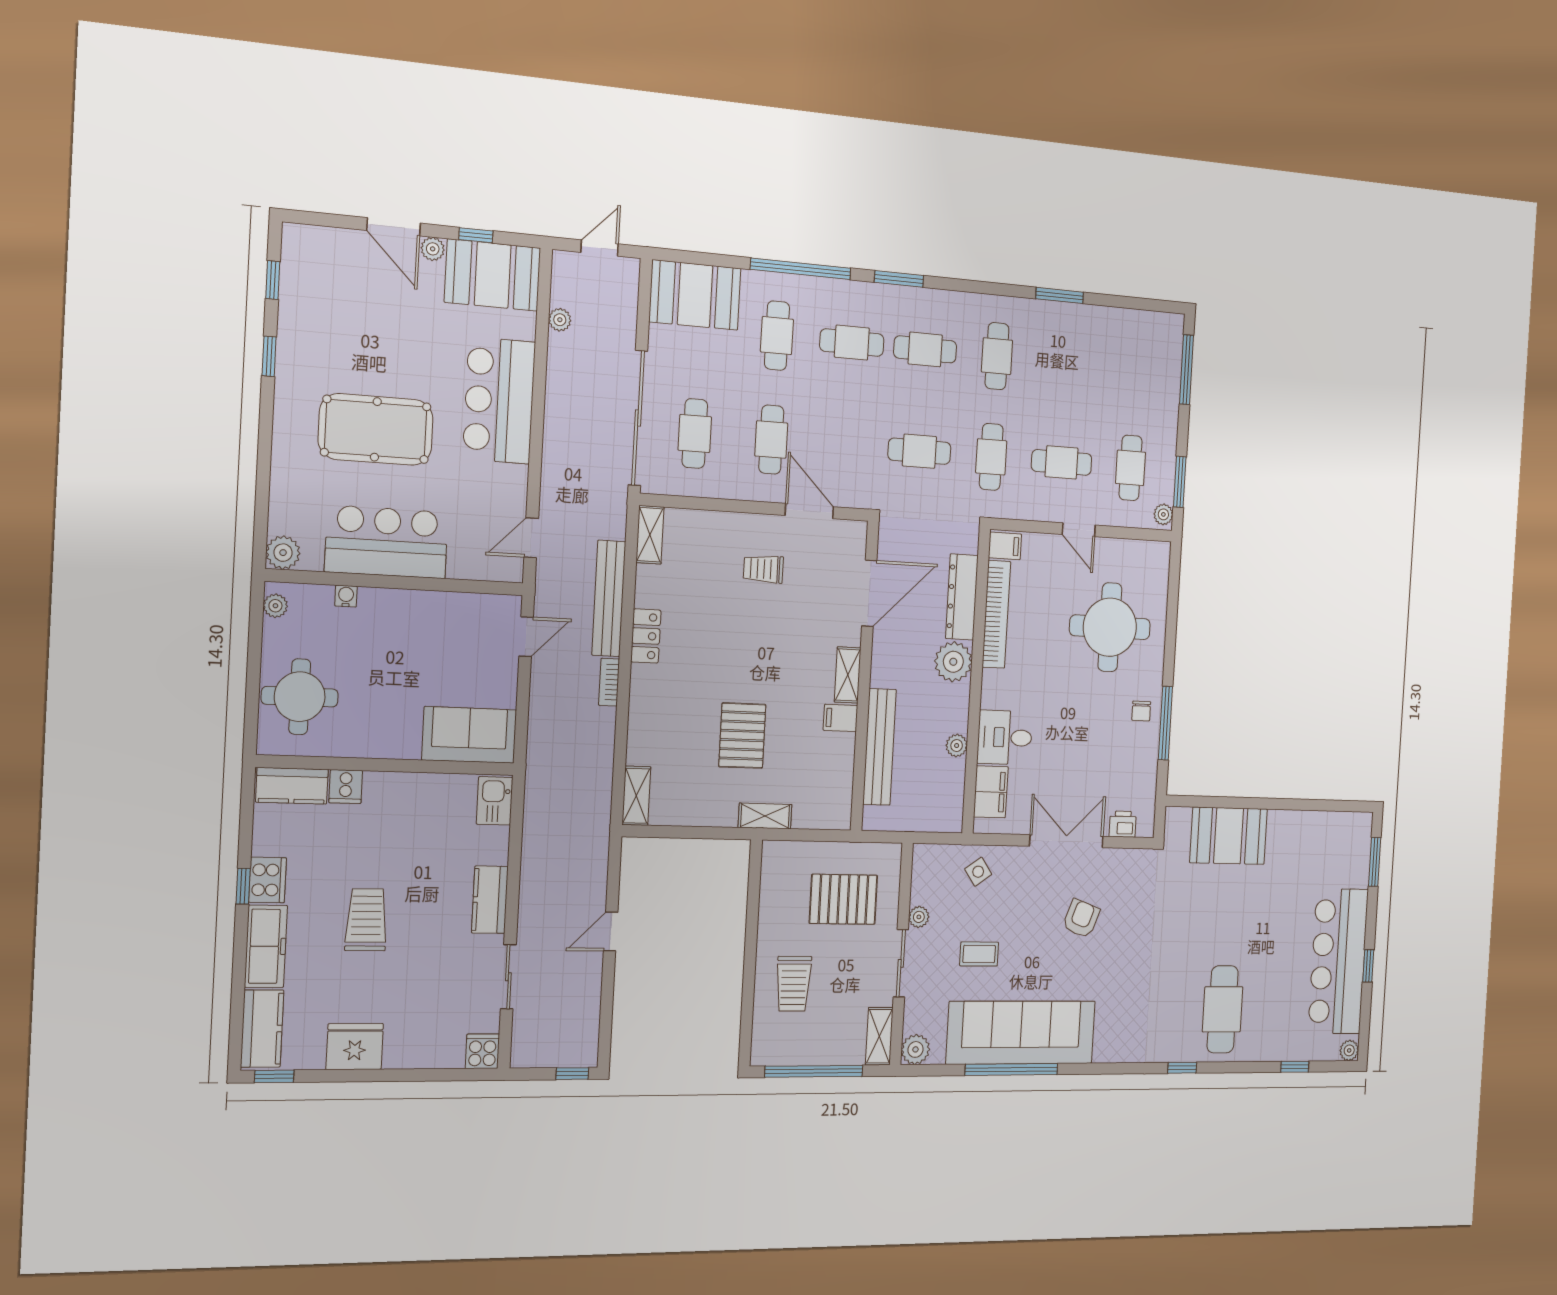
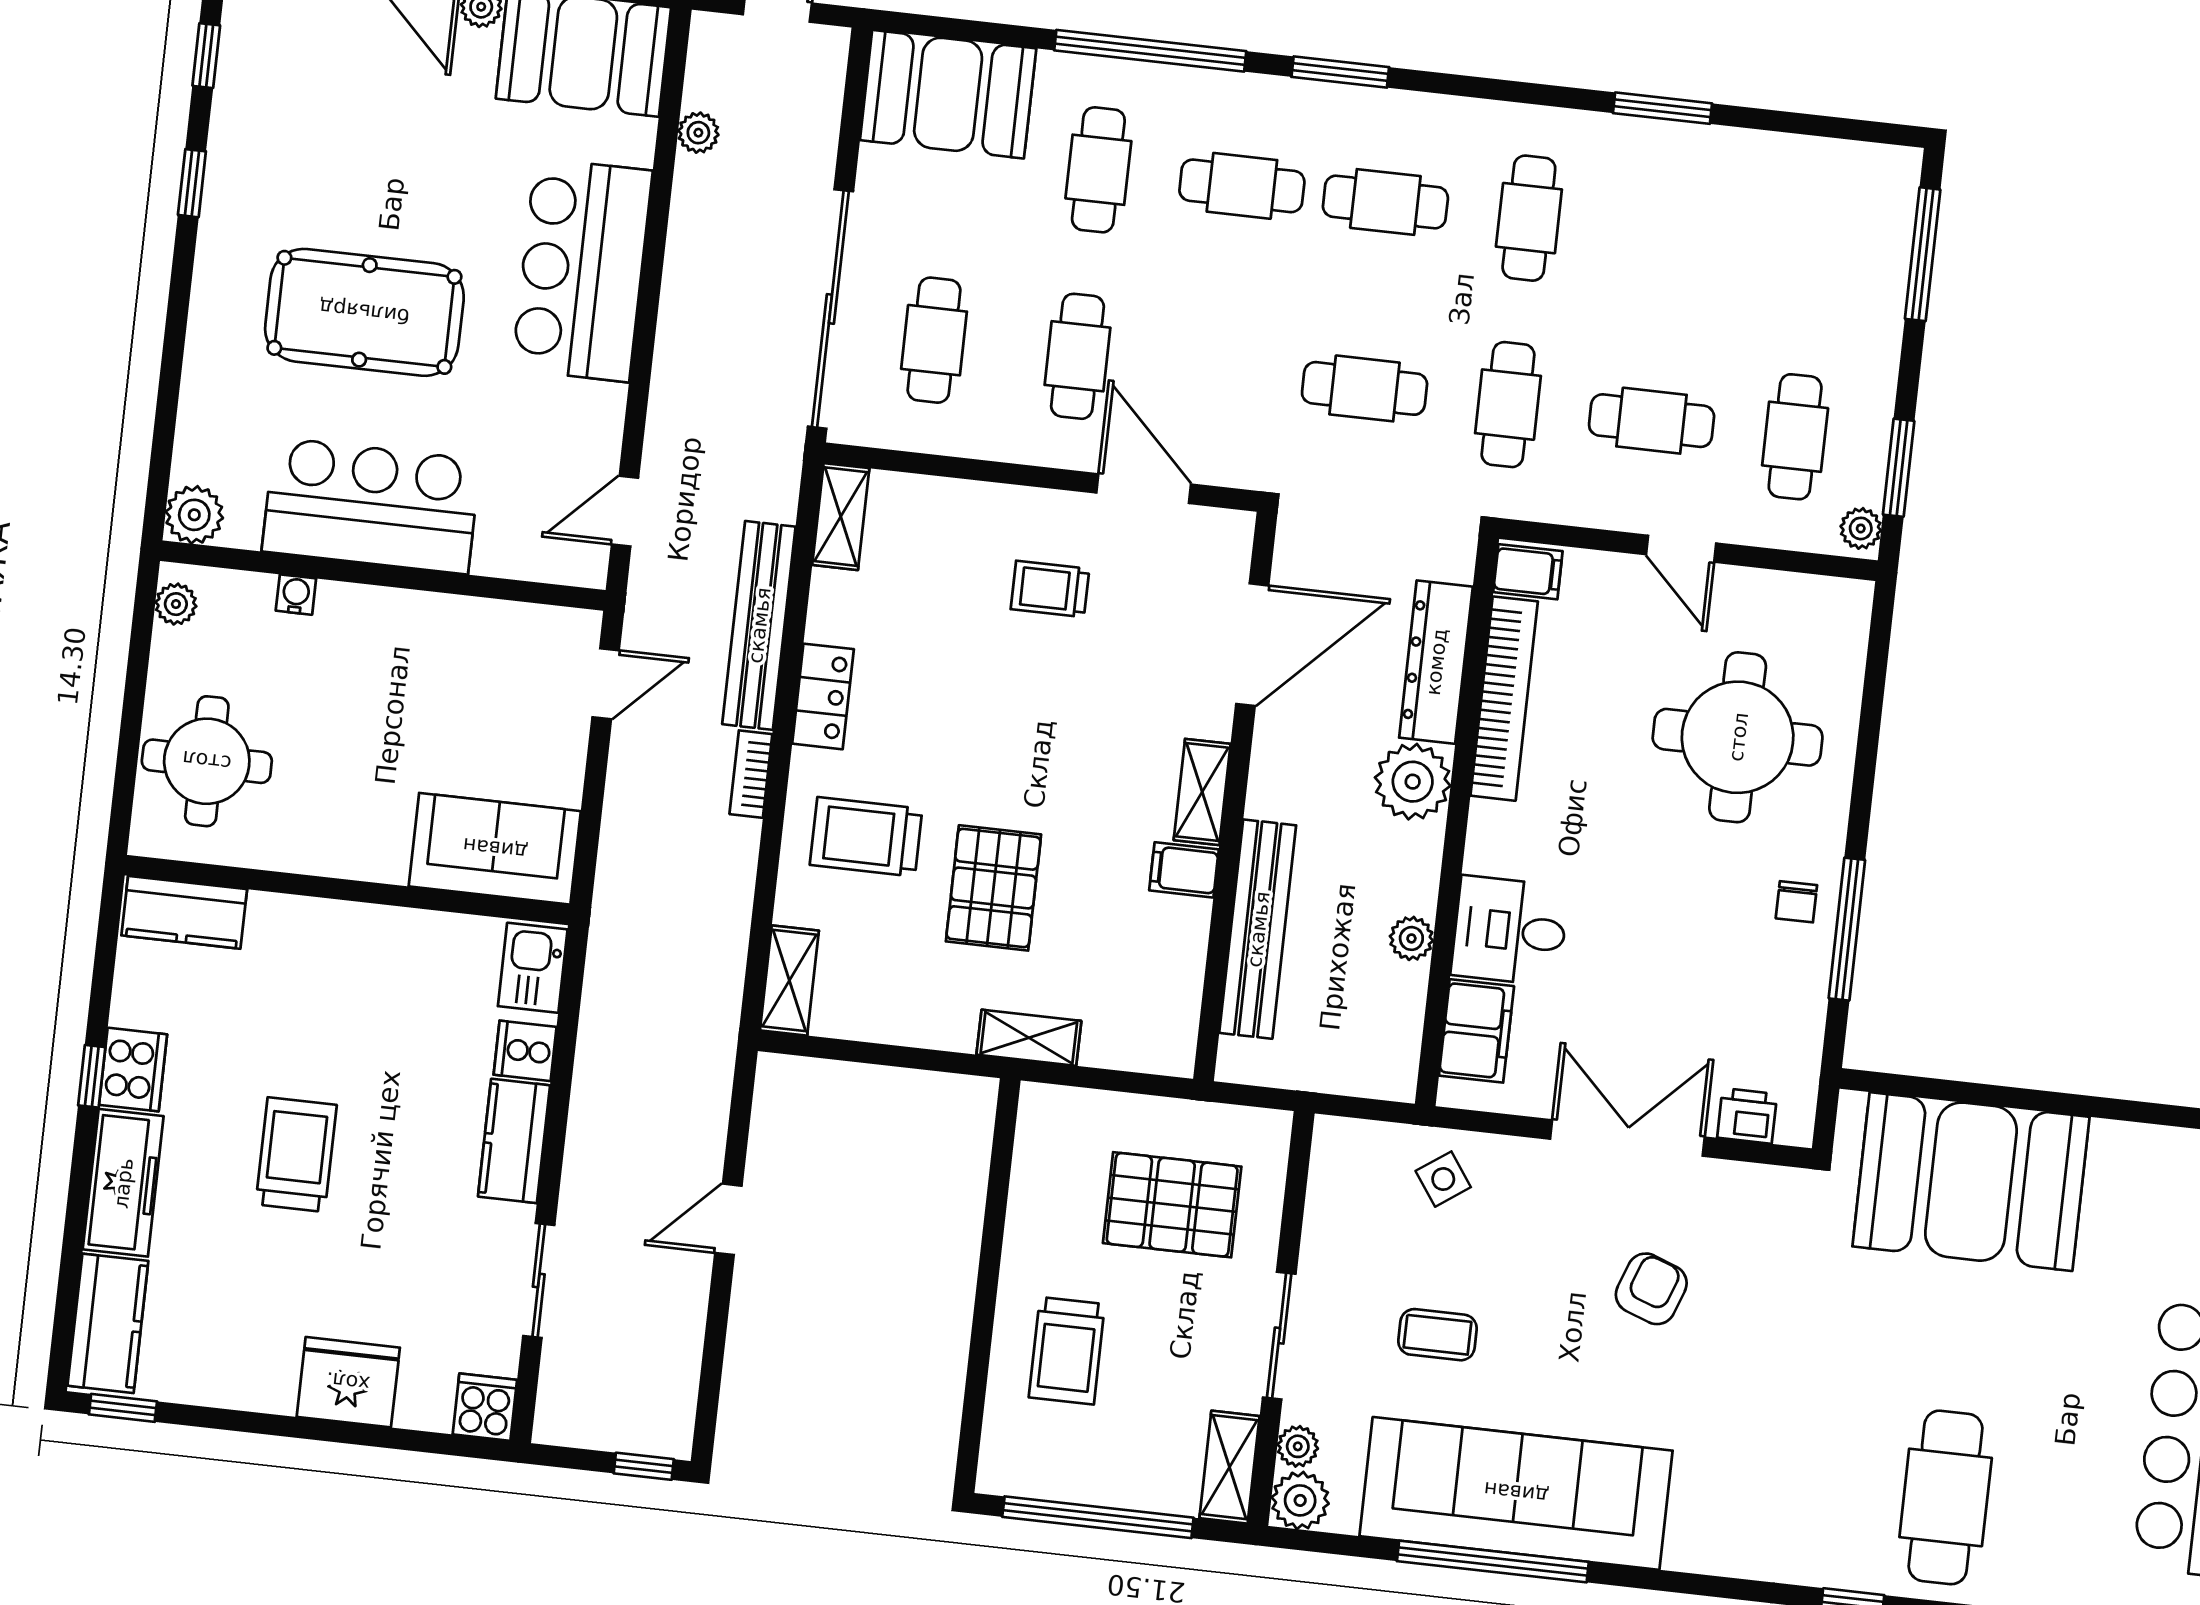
trolley: (673, 713) -> (866, 837), added
cooker: (346, 787) -> (525, 1051), moved, turned 90
booth: (1229, 836) -> (1971, 1182), width x1.36, depth x1.42
plant: (919, 917) -> (1298, 1446), moved
fridge: (355, 1047) -> (348, 1382), moved

